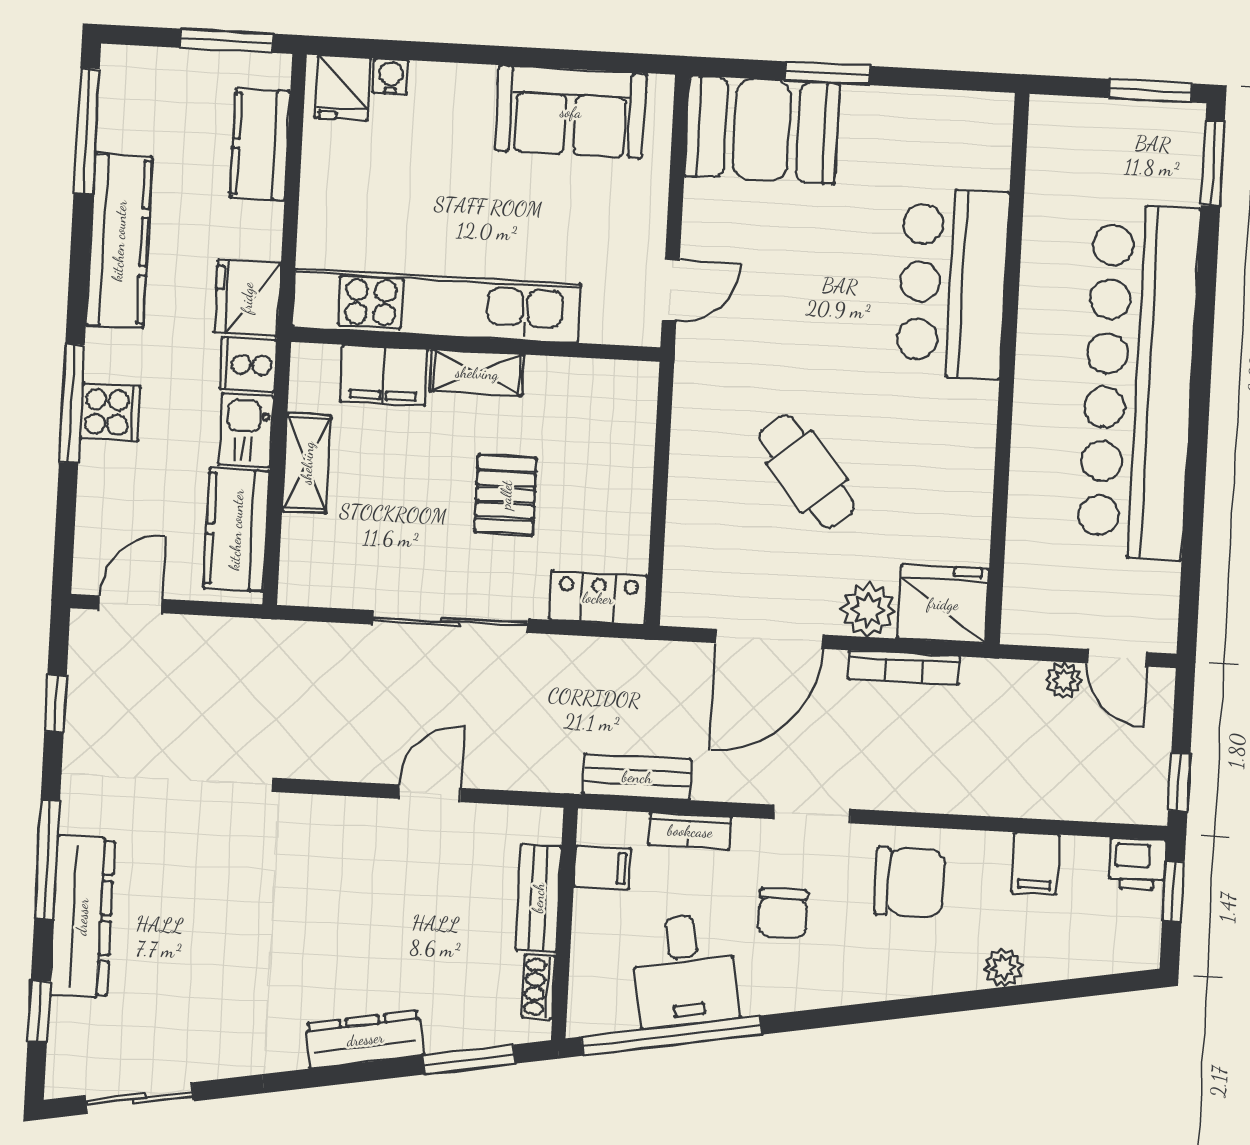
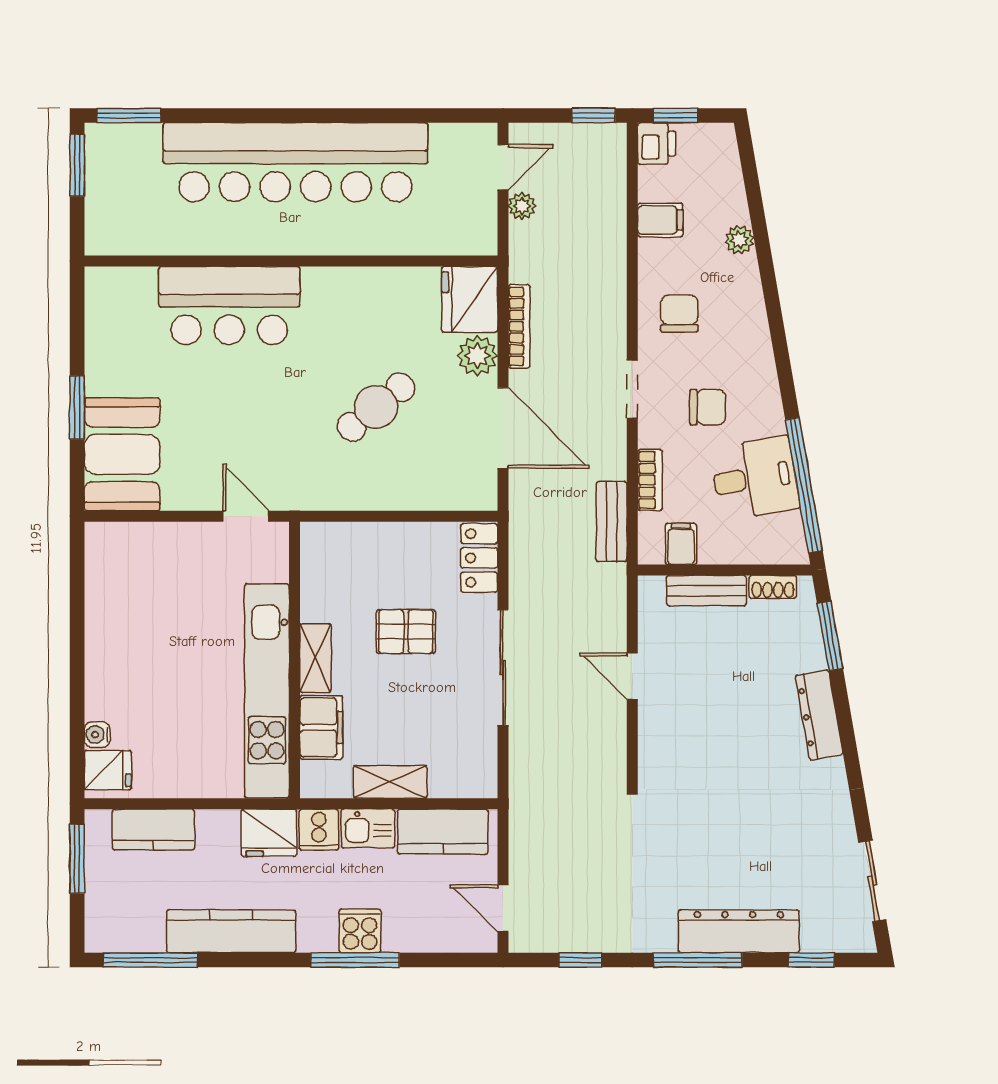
sofa: (571, 112) -> (116, 598), removed
chair: (910, 882) -> (679, 313), width x0.73, depth x0.73

